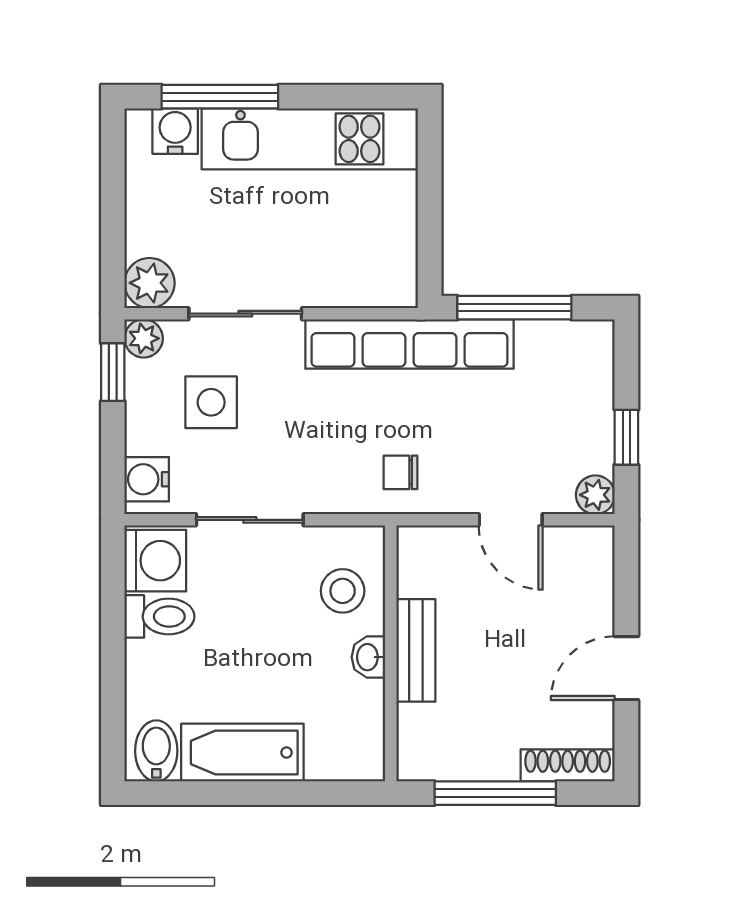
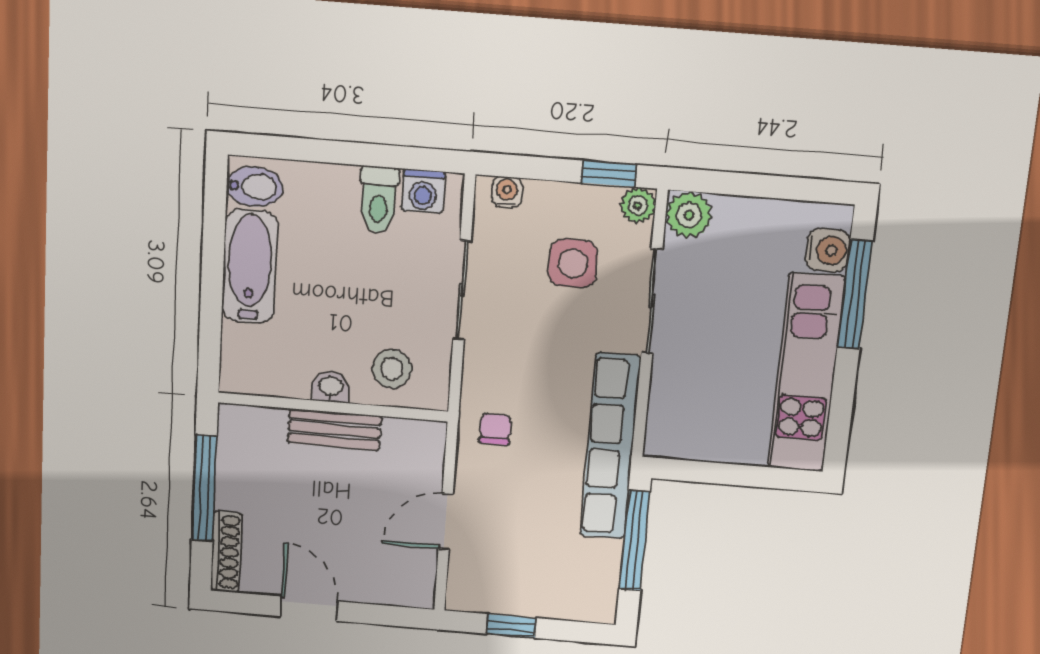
water cooler: (147, 479) -> (507, 192), width x0.72, depth x0.72
plant: (595, 495) -> (463, 595), removed
washing machine: (155, 561) -> (423, 191), width x0.73, depth x0.73

